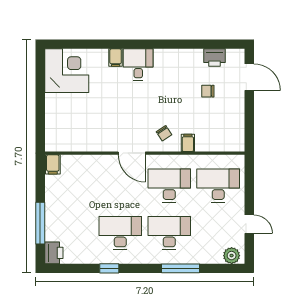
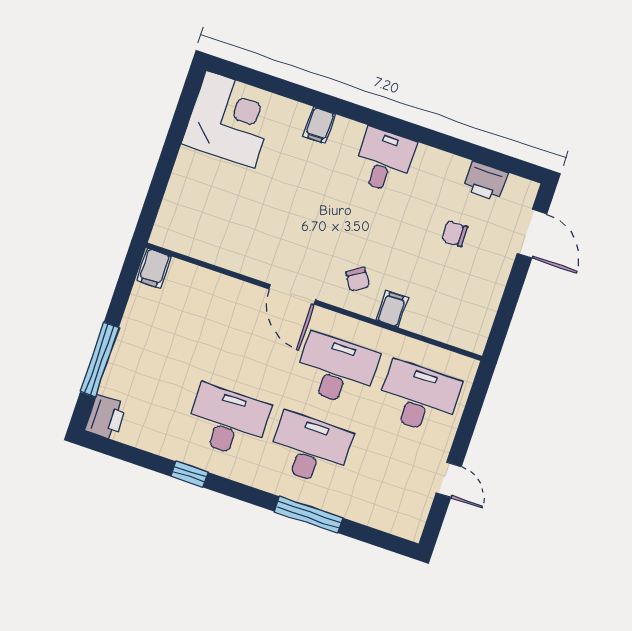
desk: (138, 65) -> (384, 160), moved
plant: (232, 256) -> (401, 522), removed

